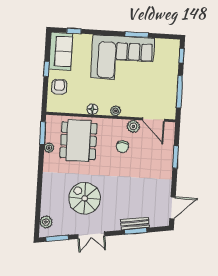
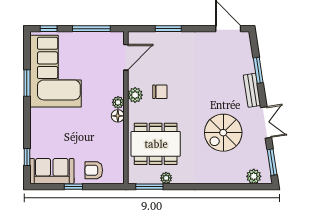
corner sofa: (123, 58) -> (55, 71), moved
floor lamp: (92, 109) -> (118, 116), moved
plant: (133, 126) -> (135, 95), moved
bench: (135, 224) -> (252, 90), moved

